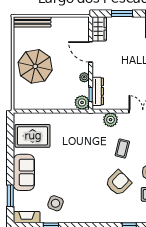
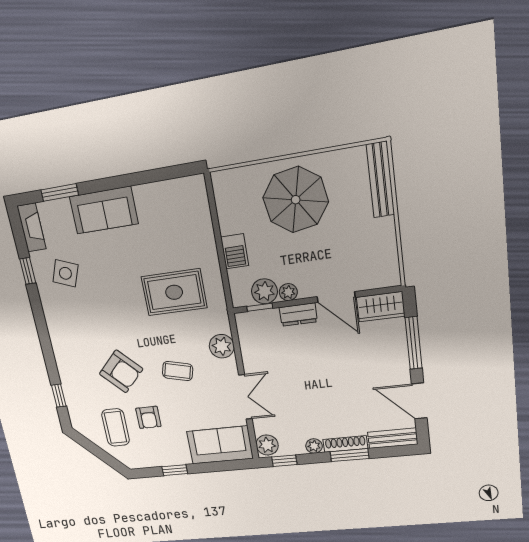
window: (122, 14) -> (414, 343), width x1.44
door: (91, 52) -> (336, 297), swing flipped
dresser: (98, 91) -> (298, 315), moved, width x0.70
plant: (82, 102) -> (264, 291), moved
barbecue: (58, 103) -> (235, 251), added
rug: (33, 136) -> (174, 292), moved, turned 90

